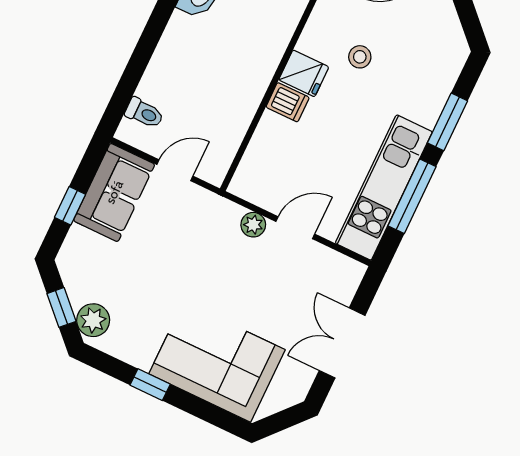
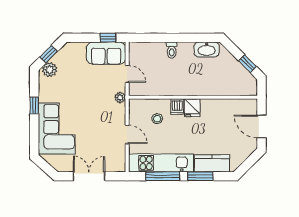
stool: (360, 57) -> (157, 119), moved
kitchen counter: (433, 86) -> (212, 163), added
toilet: (144, 113) -> (172, 50), moved
window: (70, 206) -> (108, 38), moved
plant: (253, 225) -> (120, 98), moved

